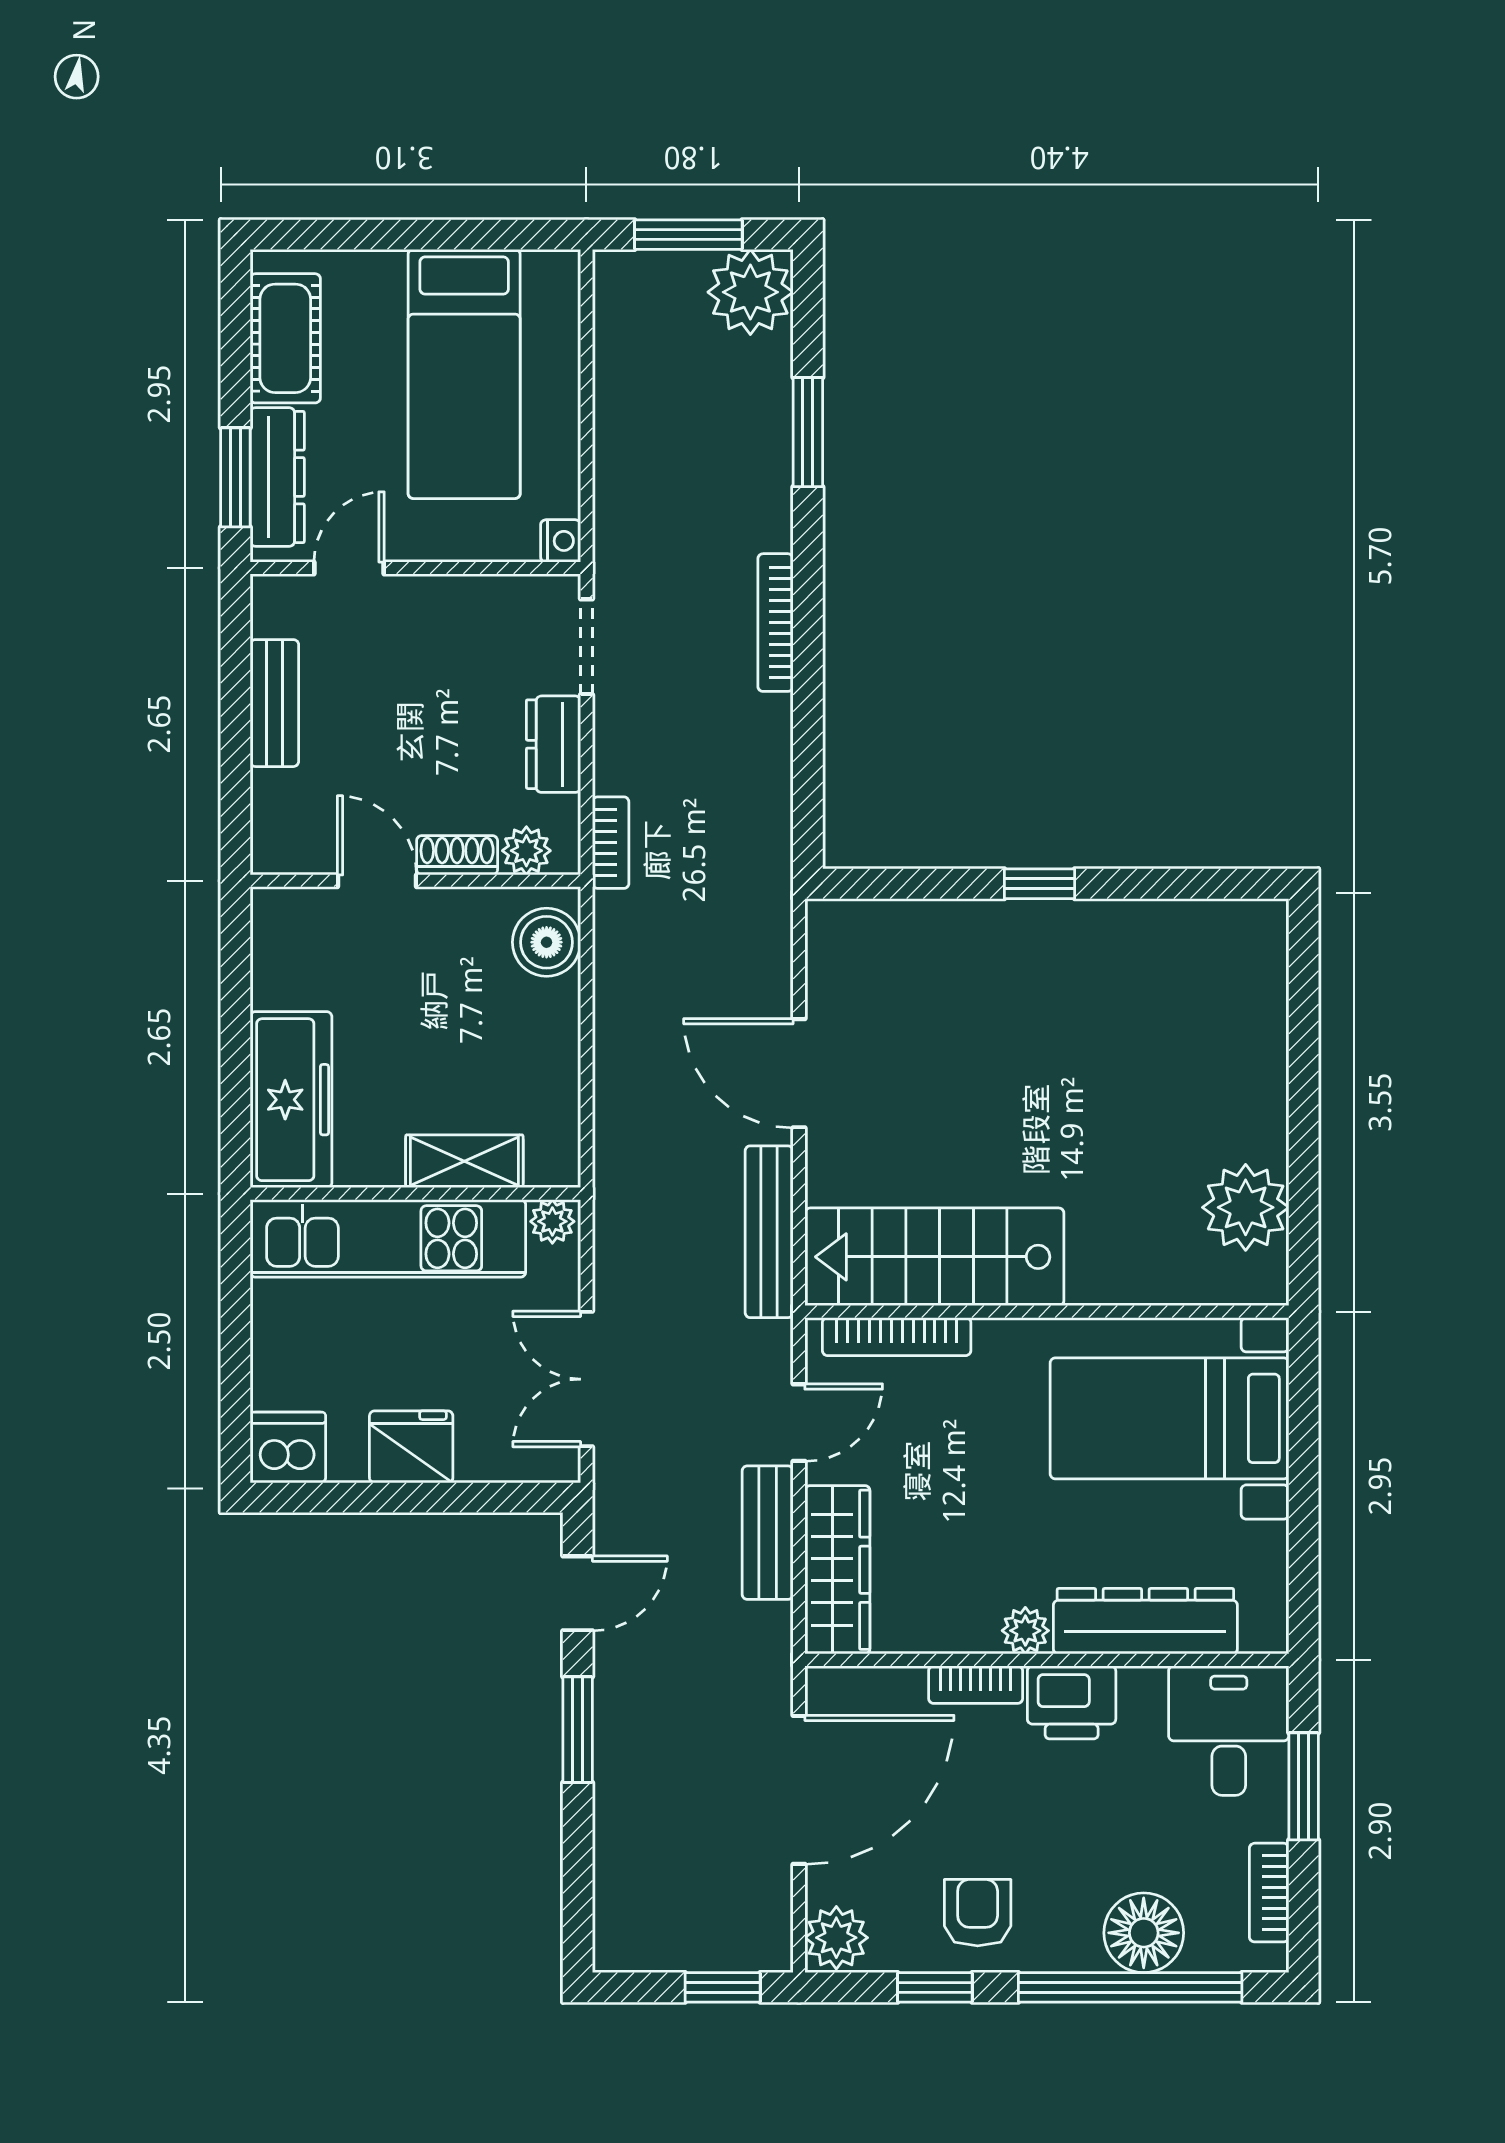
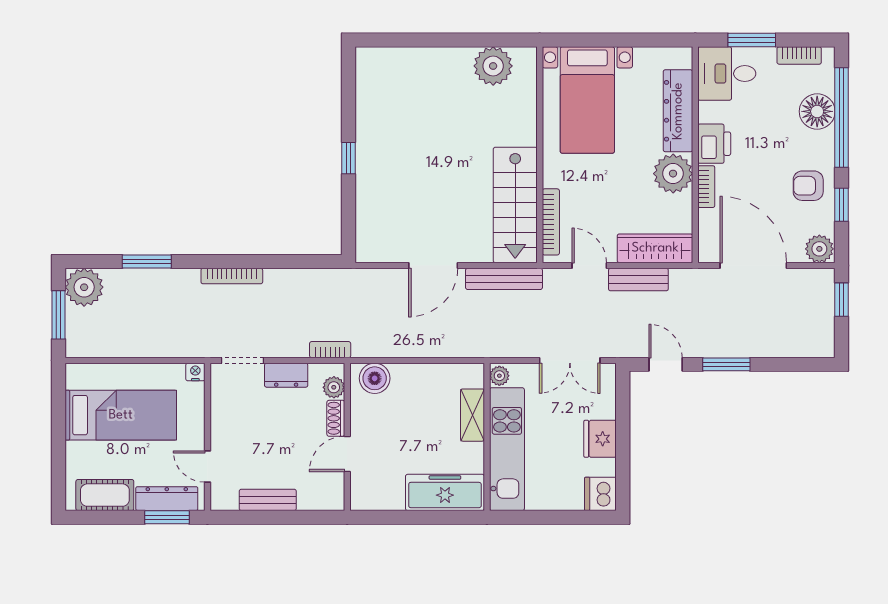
plant: (1025, 1631) -> (673, 174), width x1.88, depth x1.88

